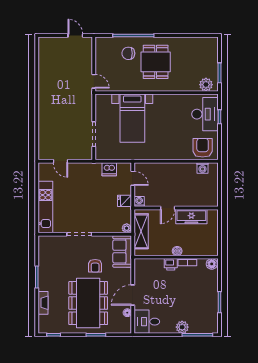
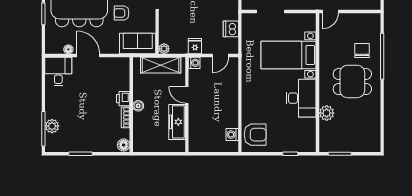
plant: (206, 85) -> (327, 113), moved
desk: (205, 114) -> (301, 98), moved, turned -90
plant: (182, 327) -> (52, 126), moved

